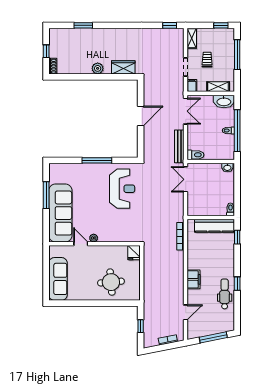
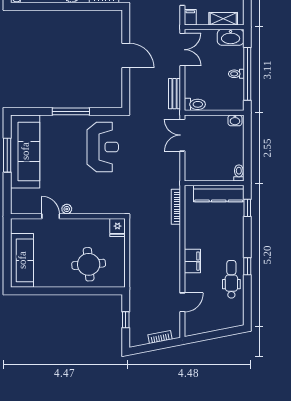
door: (141, 116) -> (126, 56), hinge flipped
bench: (179, 146) -> (175, 94), width x0.73
sofa: (60, 213) -> (25, 151), moved
window: (213, 337) -> (217, 334), removed

